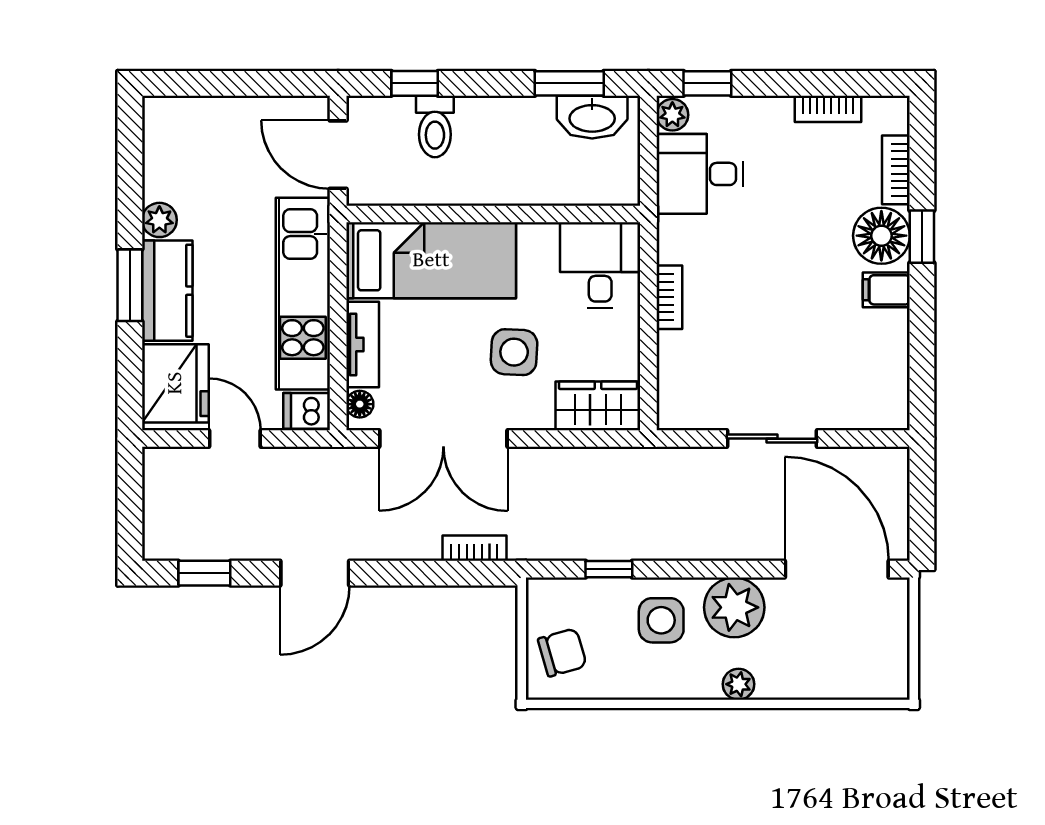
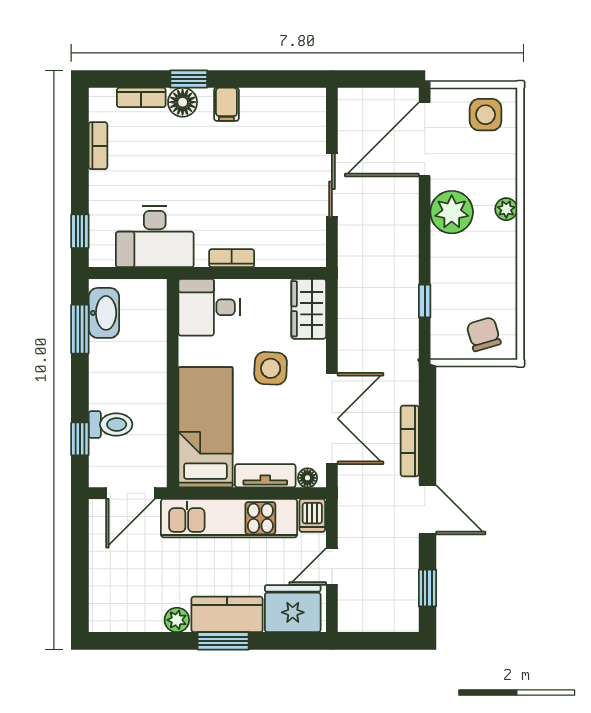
plant: (672, 115) -> (102, 256), removed
desk: (700, 174) -> (155, 237), width x1.37
floor lamp: (881, 236) -> (183, 102), width x0.73, depth x0.73
bookcase: (474, 548) -> (410, 441), moved, width x1.56
side table: (661, 620) -> (486, 115), moved

